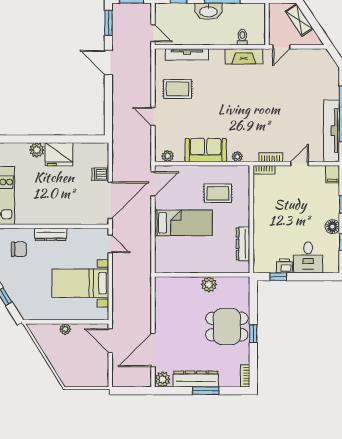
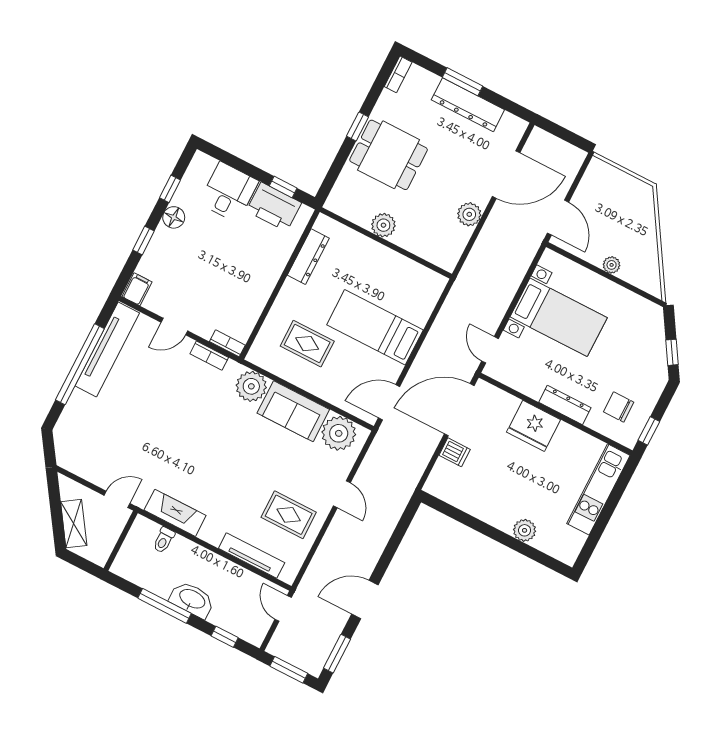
door: (108, 63) -> (365, 600), swing flipped
fridge: (59, 154) -> (534, 426), moved, turned 180
plant: (168, 156) -> (339, 433), width x1.88, depth x1.88
plant: (237, 157) -> (251, 386), width x1.88, depth x1.88
printer: (285, 266) -> (274, 207), width x1.87, depth x1.48
plant: (162, 379) -> (469, 214), moved

